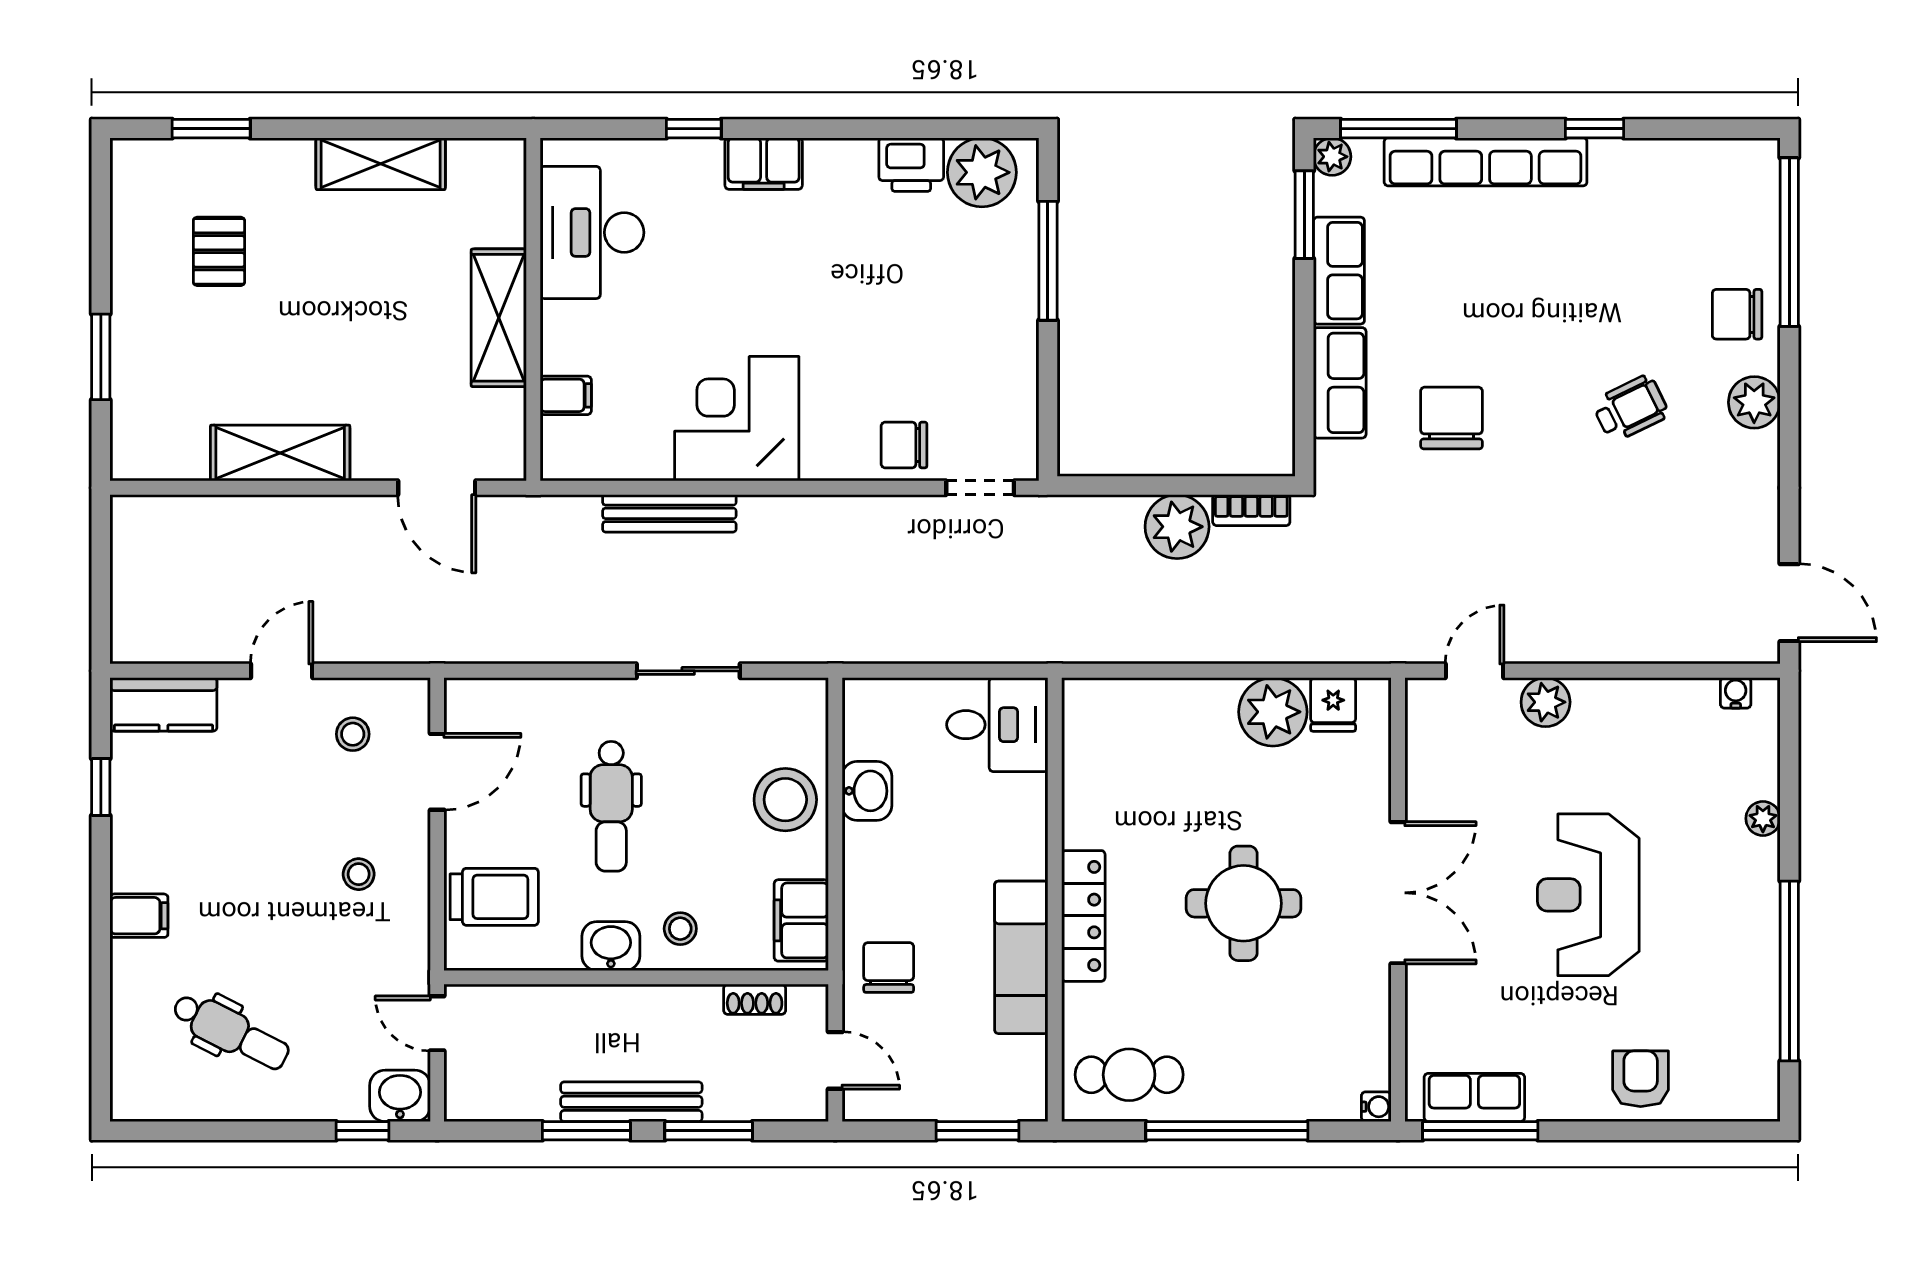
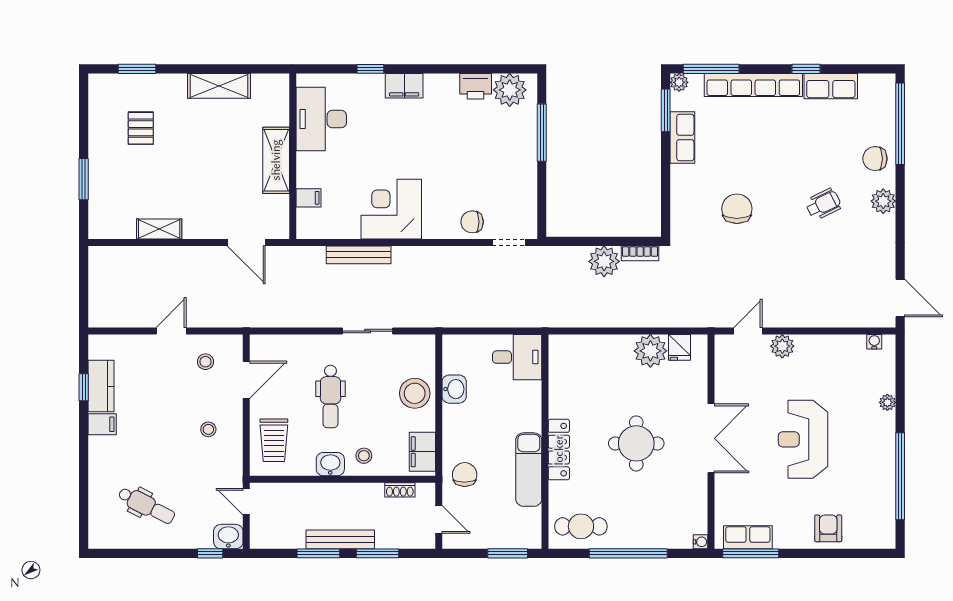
row of seats: (1340, 383) -> (831, 86), moved, turned 90
shelving: (280, 453) -> (159, 229), width x0.67, depth x0.75
kitchen counter: (163, 704) -> (101, 386), moved, turned -90
trolley: (494, 897) -> (274, 440), turned 90
filing cabinet: (139, 916) -> (102, 424), moved

